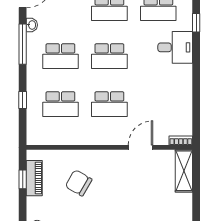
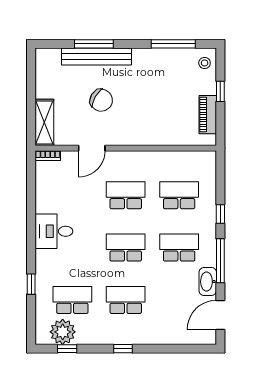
washbasin: (32, 25) -> (208, 282), width x1.91, depth x1.45
desk: (175, 47) -> (54, 231), moved
window: (23, 100) -> (220, 214), moved
window: (23, 179) -> (220, 91), moved
chair: (79, 183) -> (101, 100), moved

